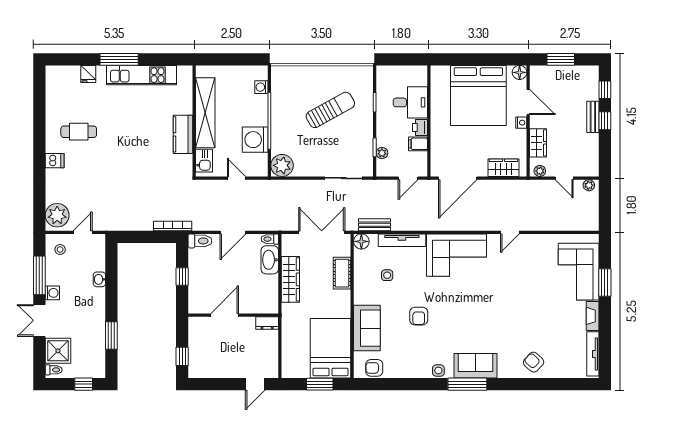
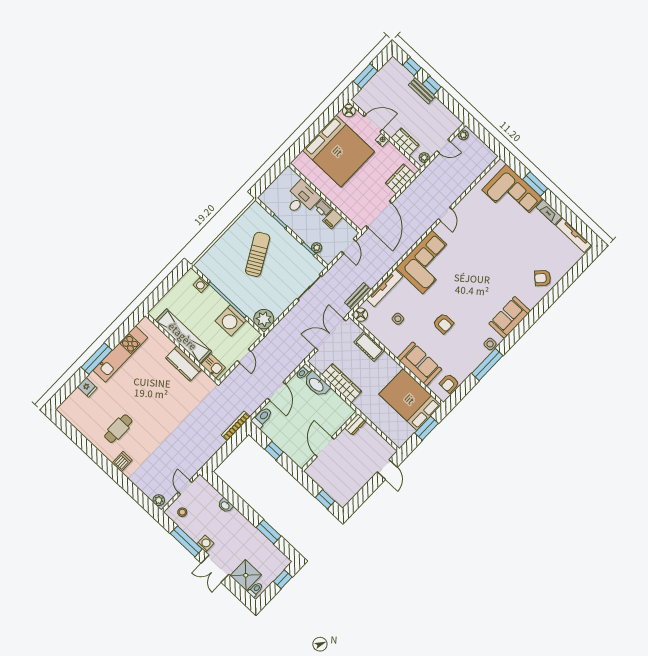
door: (236, 178) -> (244, 356), swing flipped
plant: (57, 215) -> (159, 500), width x0.53, depth x0.53
window: (467, 384) -> (487, 364), moved

